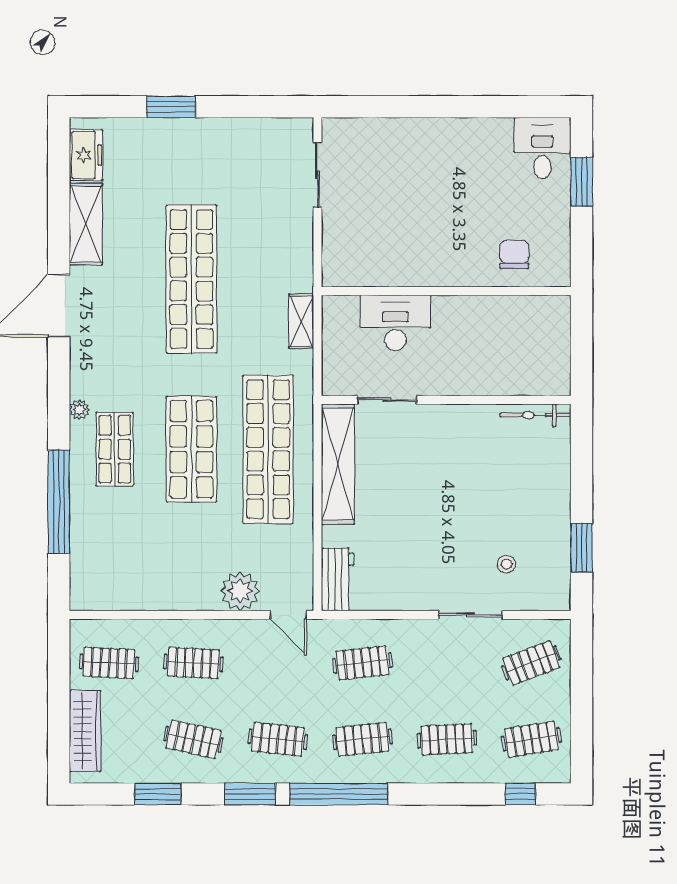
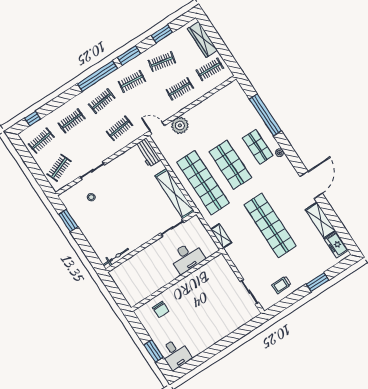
trolley: (245, 147) -> (281, 285), added

